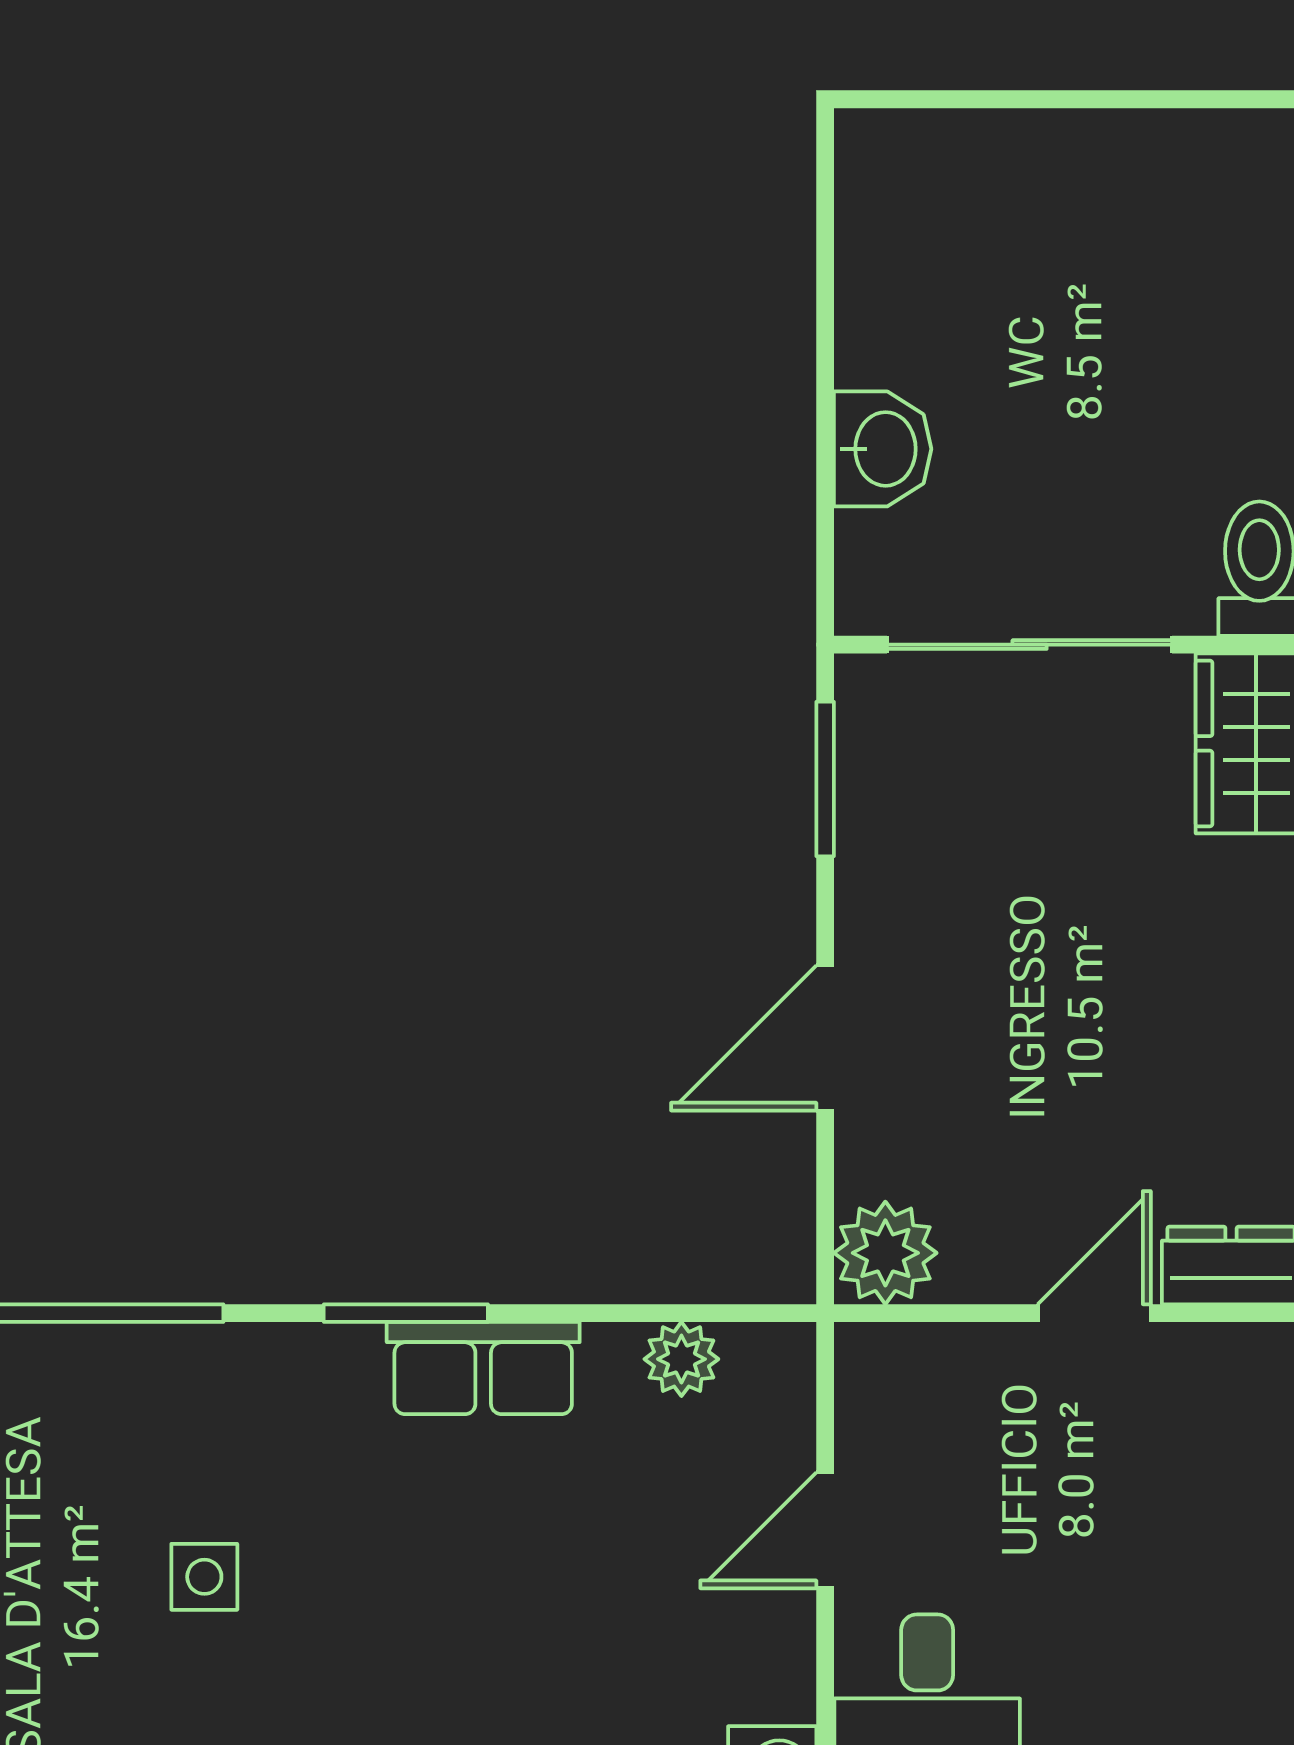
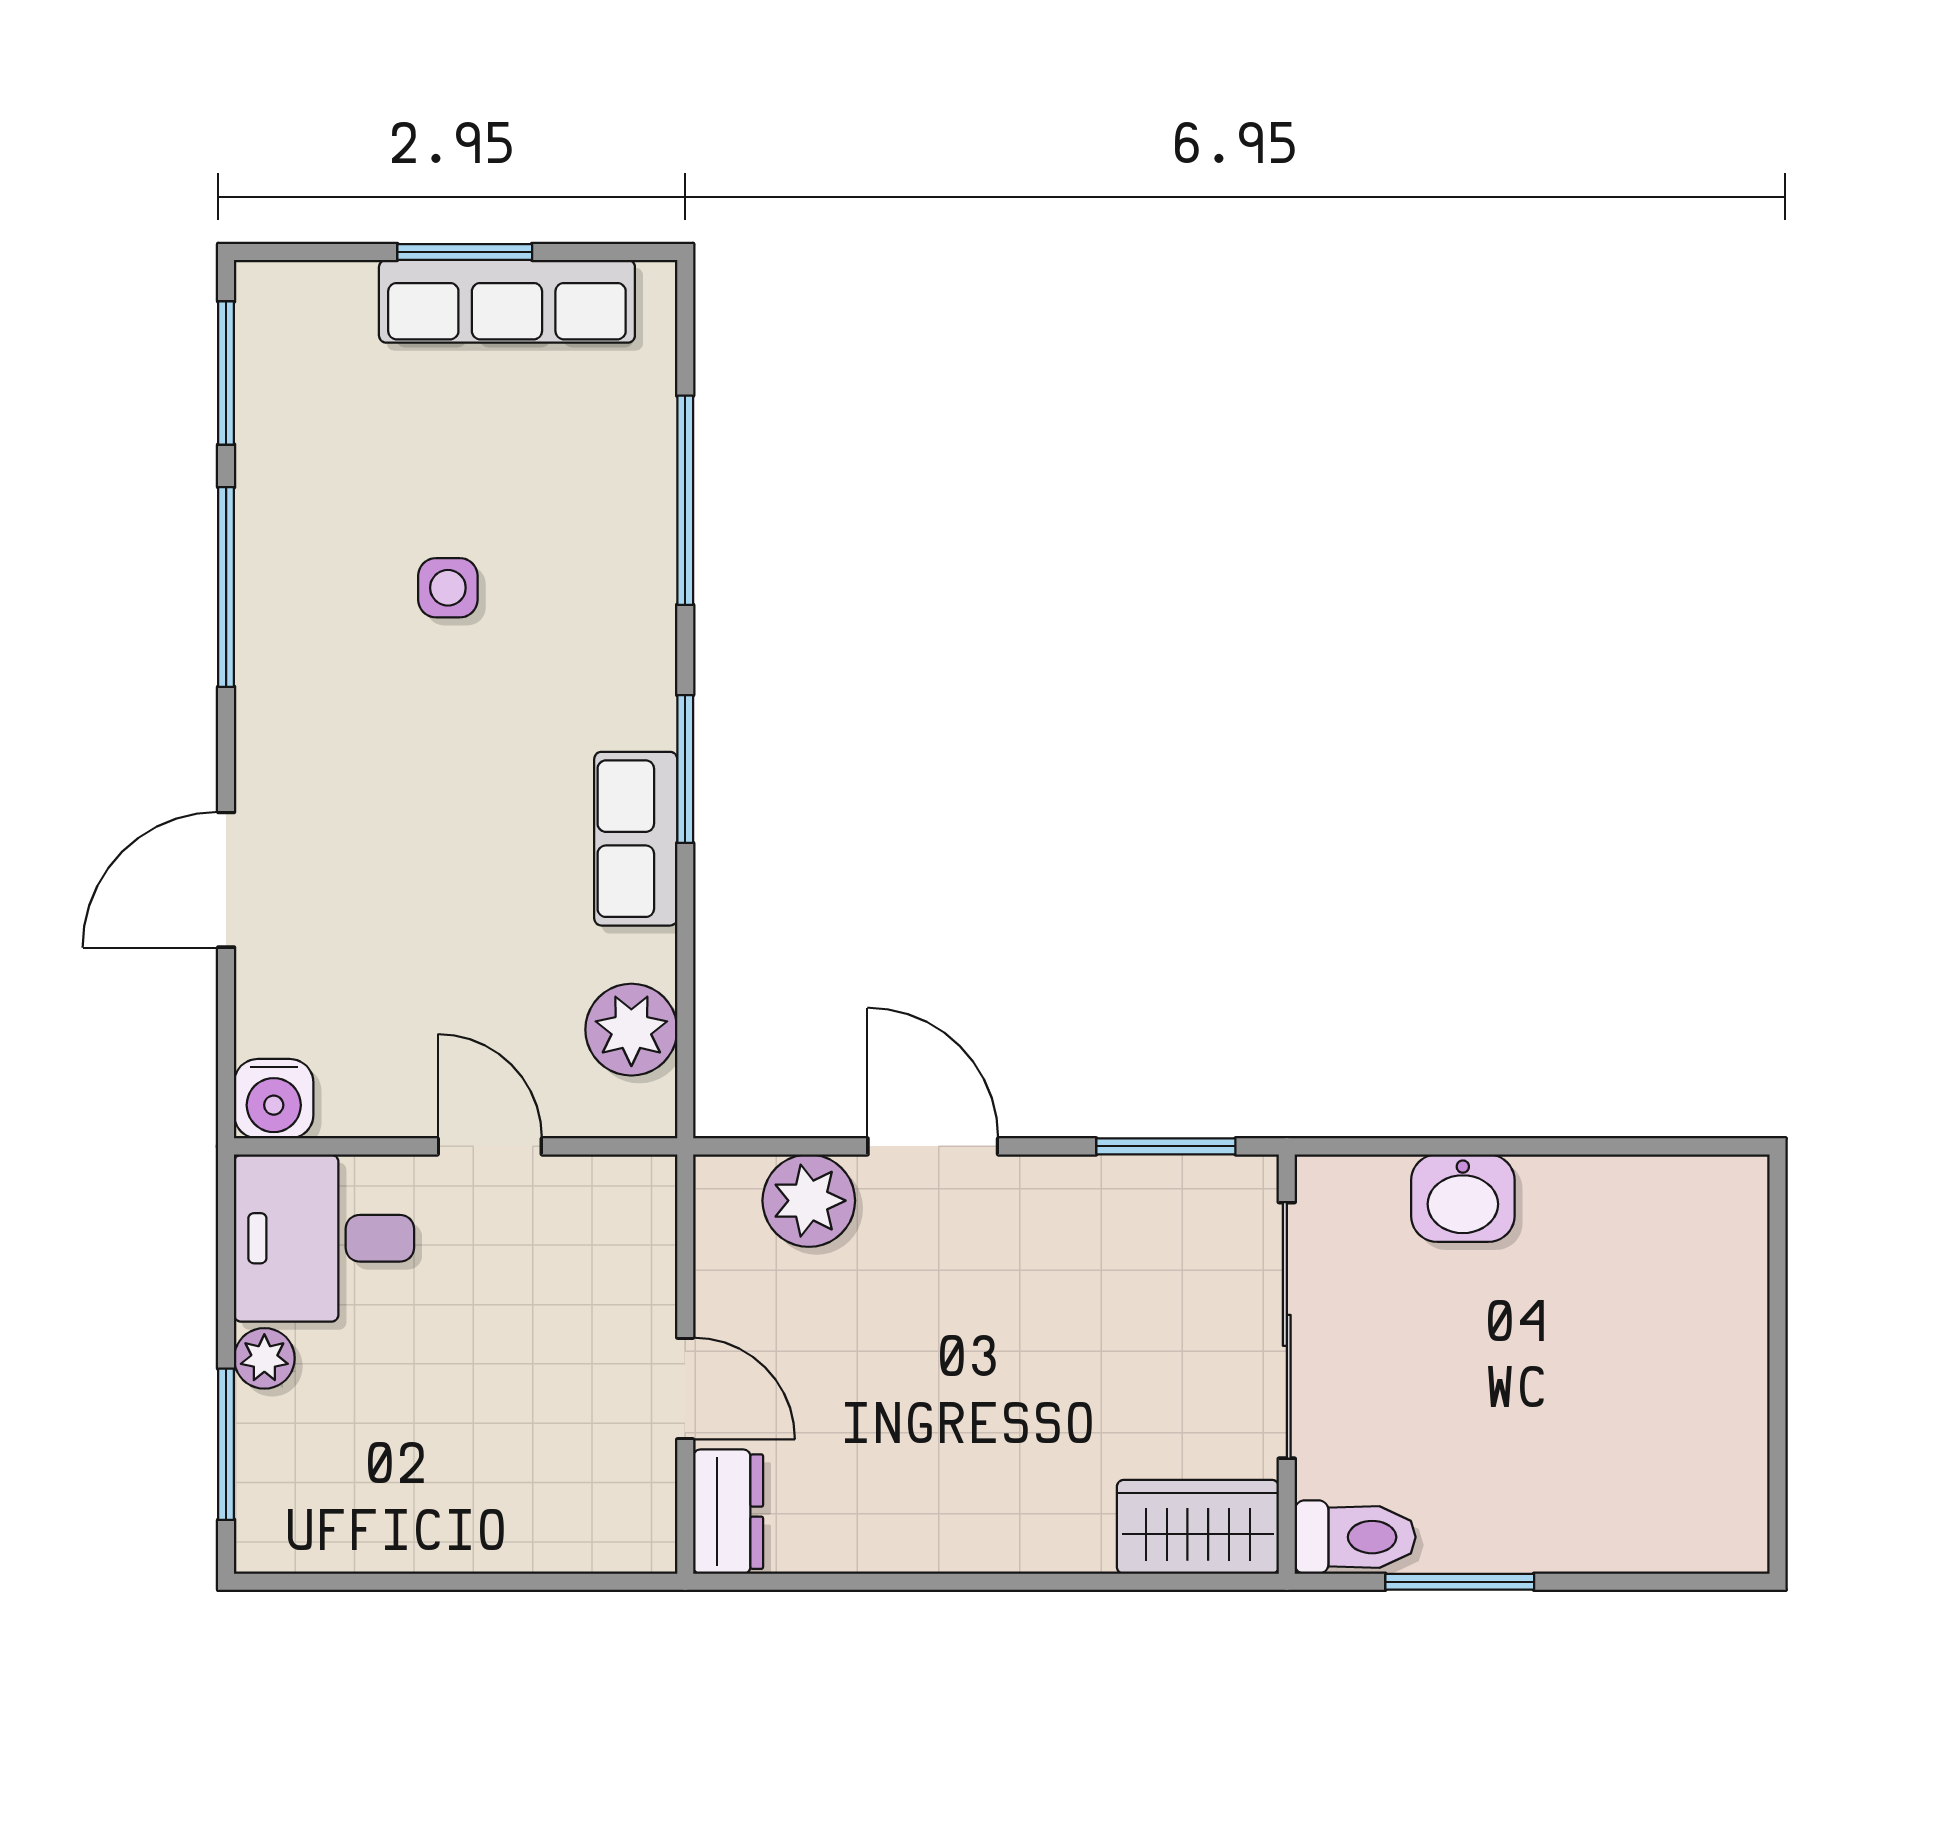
plant: (885, 1253) -> (809, 1201), moved
plant: (681, 1359) -> (631, 1030), width x1.38, depth x1.38

